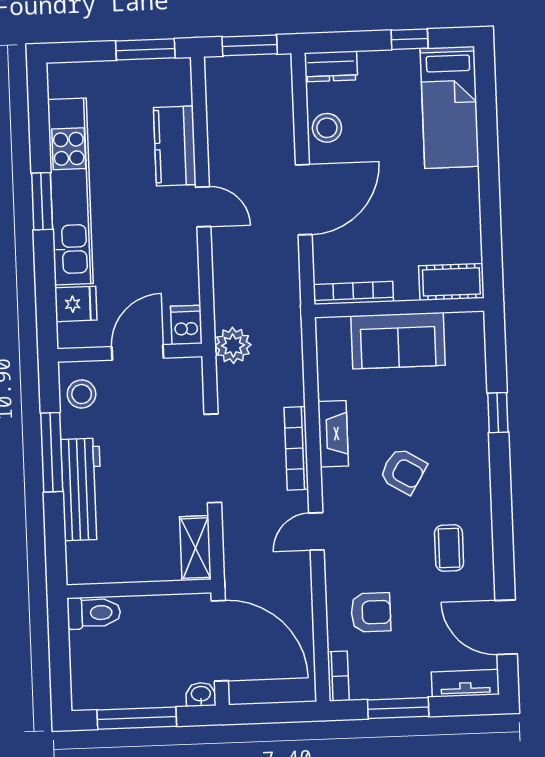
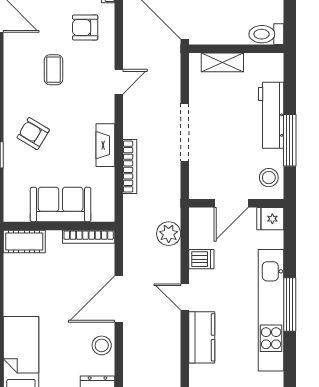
window: (42, 201) -> (290, 305), width x1.44
fridge: (76, 304) -> (270, 219), moved
dishwasher: (186, 325) -> (201, 259), moved, turned -90
plant: (233, 345) -> (169, 234), moved
bookcase: (296, 448) -> (130, 167), moved
armchair: (403, 471) -> (33, 134), moved
shelving: (195, 548) -> (222, 62), moved, turned 90
coffee table: (449, 548) -> (54, 70), moved

